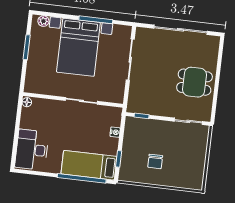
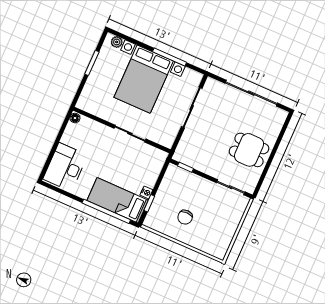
nightstand: (115, 132) -> (146, 192), moved

